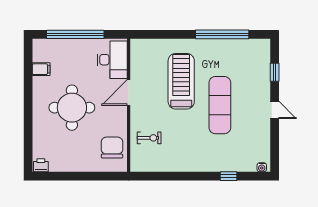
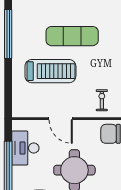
desk: (112, 60) -> (25, 148), moved, turned -90
treadmill: (181, 81) -> (50, 71), turned 180

